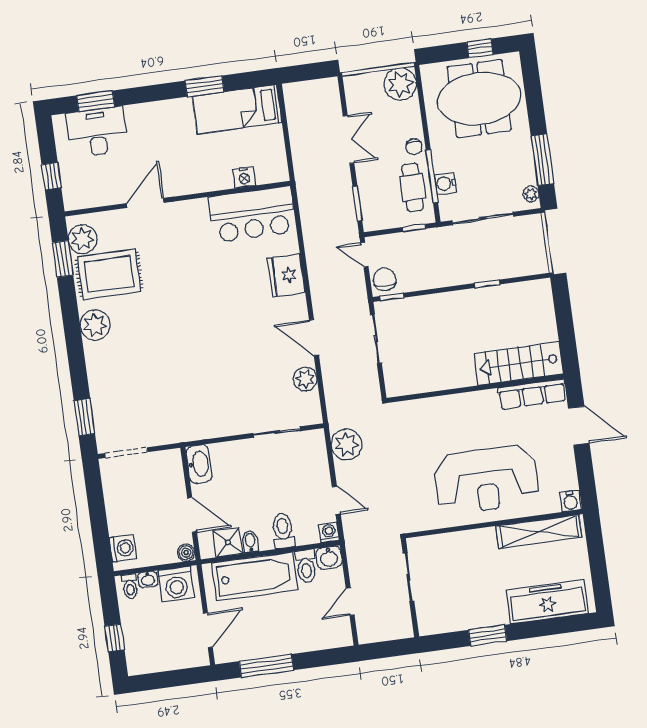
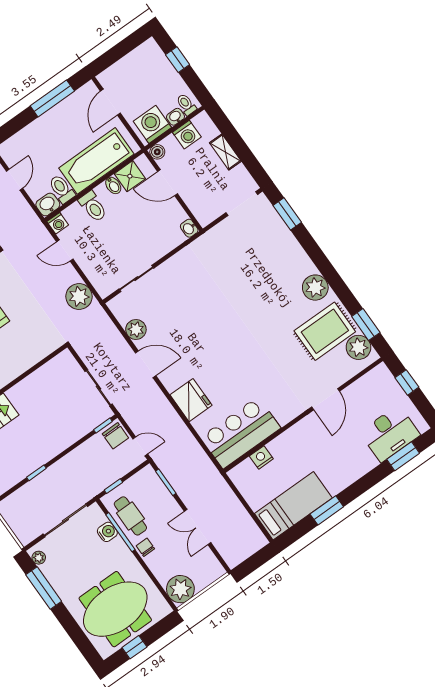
washbasin: (199, 464) -> (189, 228), width x0.52, depth x0.69
shelving: (115, 515) -> (225, 152), added
washing machine: (123, 548) -> (187, 135), moved, turned -90

